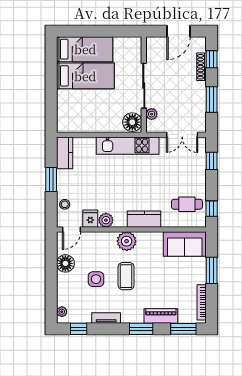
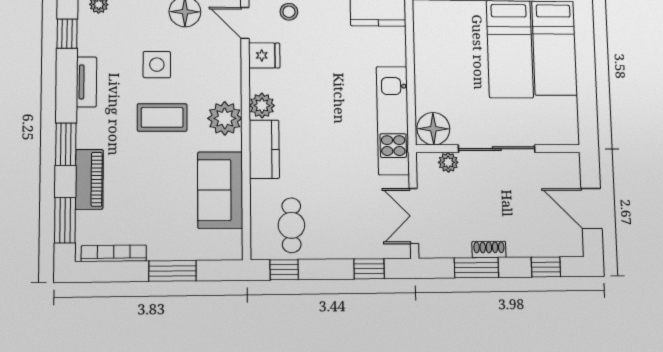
shoe rack: (202, 67) -> (489, 250), moved, width x0.70
plant: (106, 220) -> (262, 106), moved
sofa: (185, 244) -> (220, 190), moved

